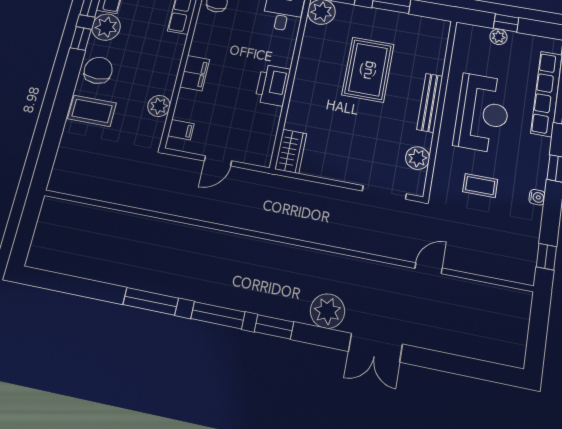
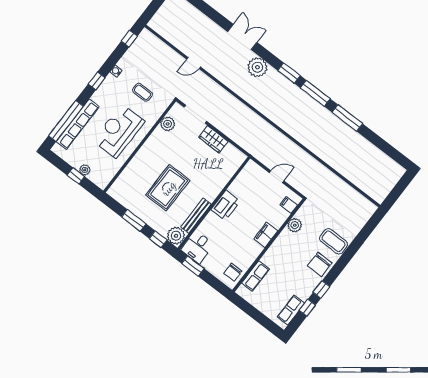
plant: (106, 27) -> (304, 289), removed
bench: (430, 103) -> (196, 215), moved
wardrobe: (291, 151) -> (213, 139), moved, turned -90

